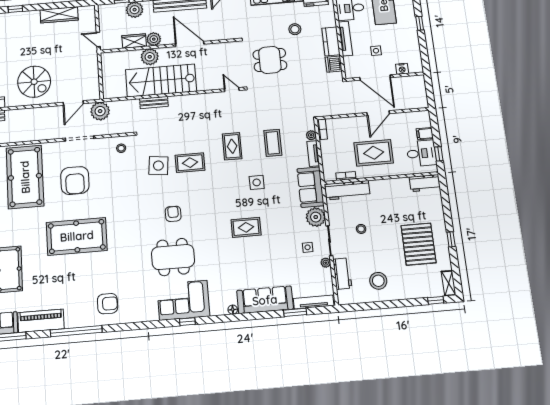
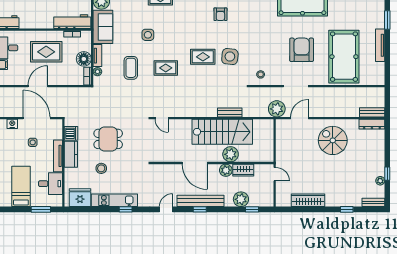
dining table: (270, 60) -> (108, 139), moved
rug: (232, 146) -> (166, 68), turned 90
floor lamp: (329, 148) -> (84, 59), added

